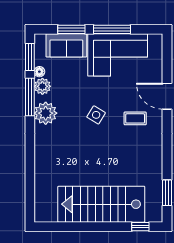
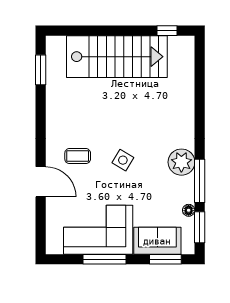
window: (71, 29) -> (165, 259), moved
plant: (42, 86) -> (185, 193), removed
window: (140, 227) -> (167, 31), moved

